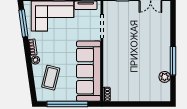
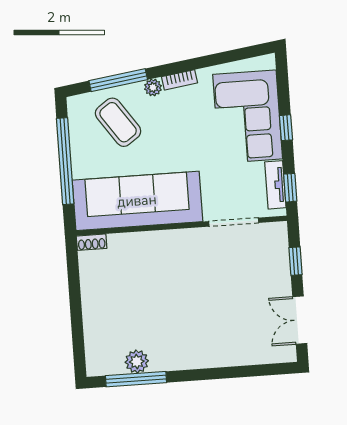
window: (23, 23) -> (118, 80), moved
window: (173, 61) -> (136, 379), moved
coffee table: (51, 78) -> (118, 122), turned 41

